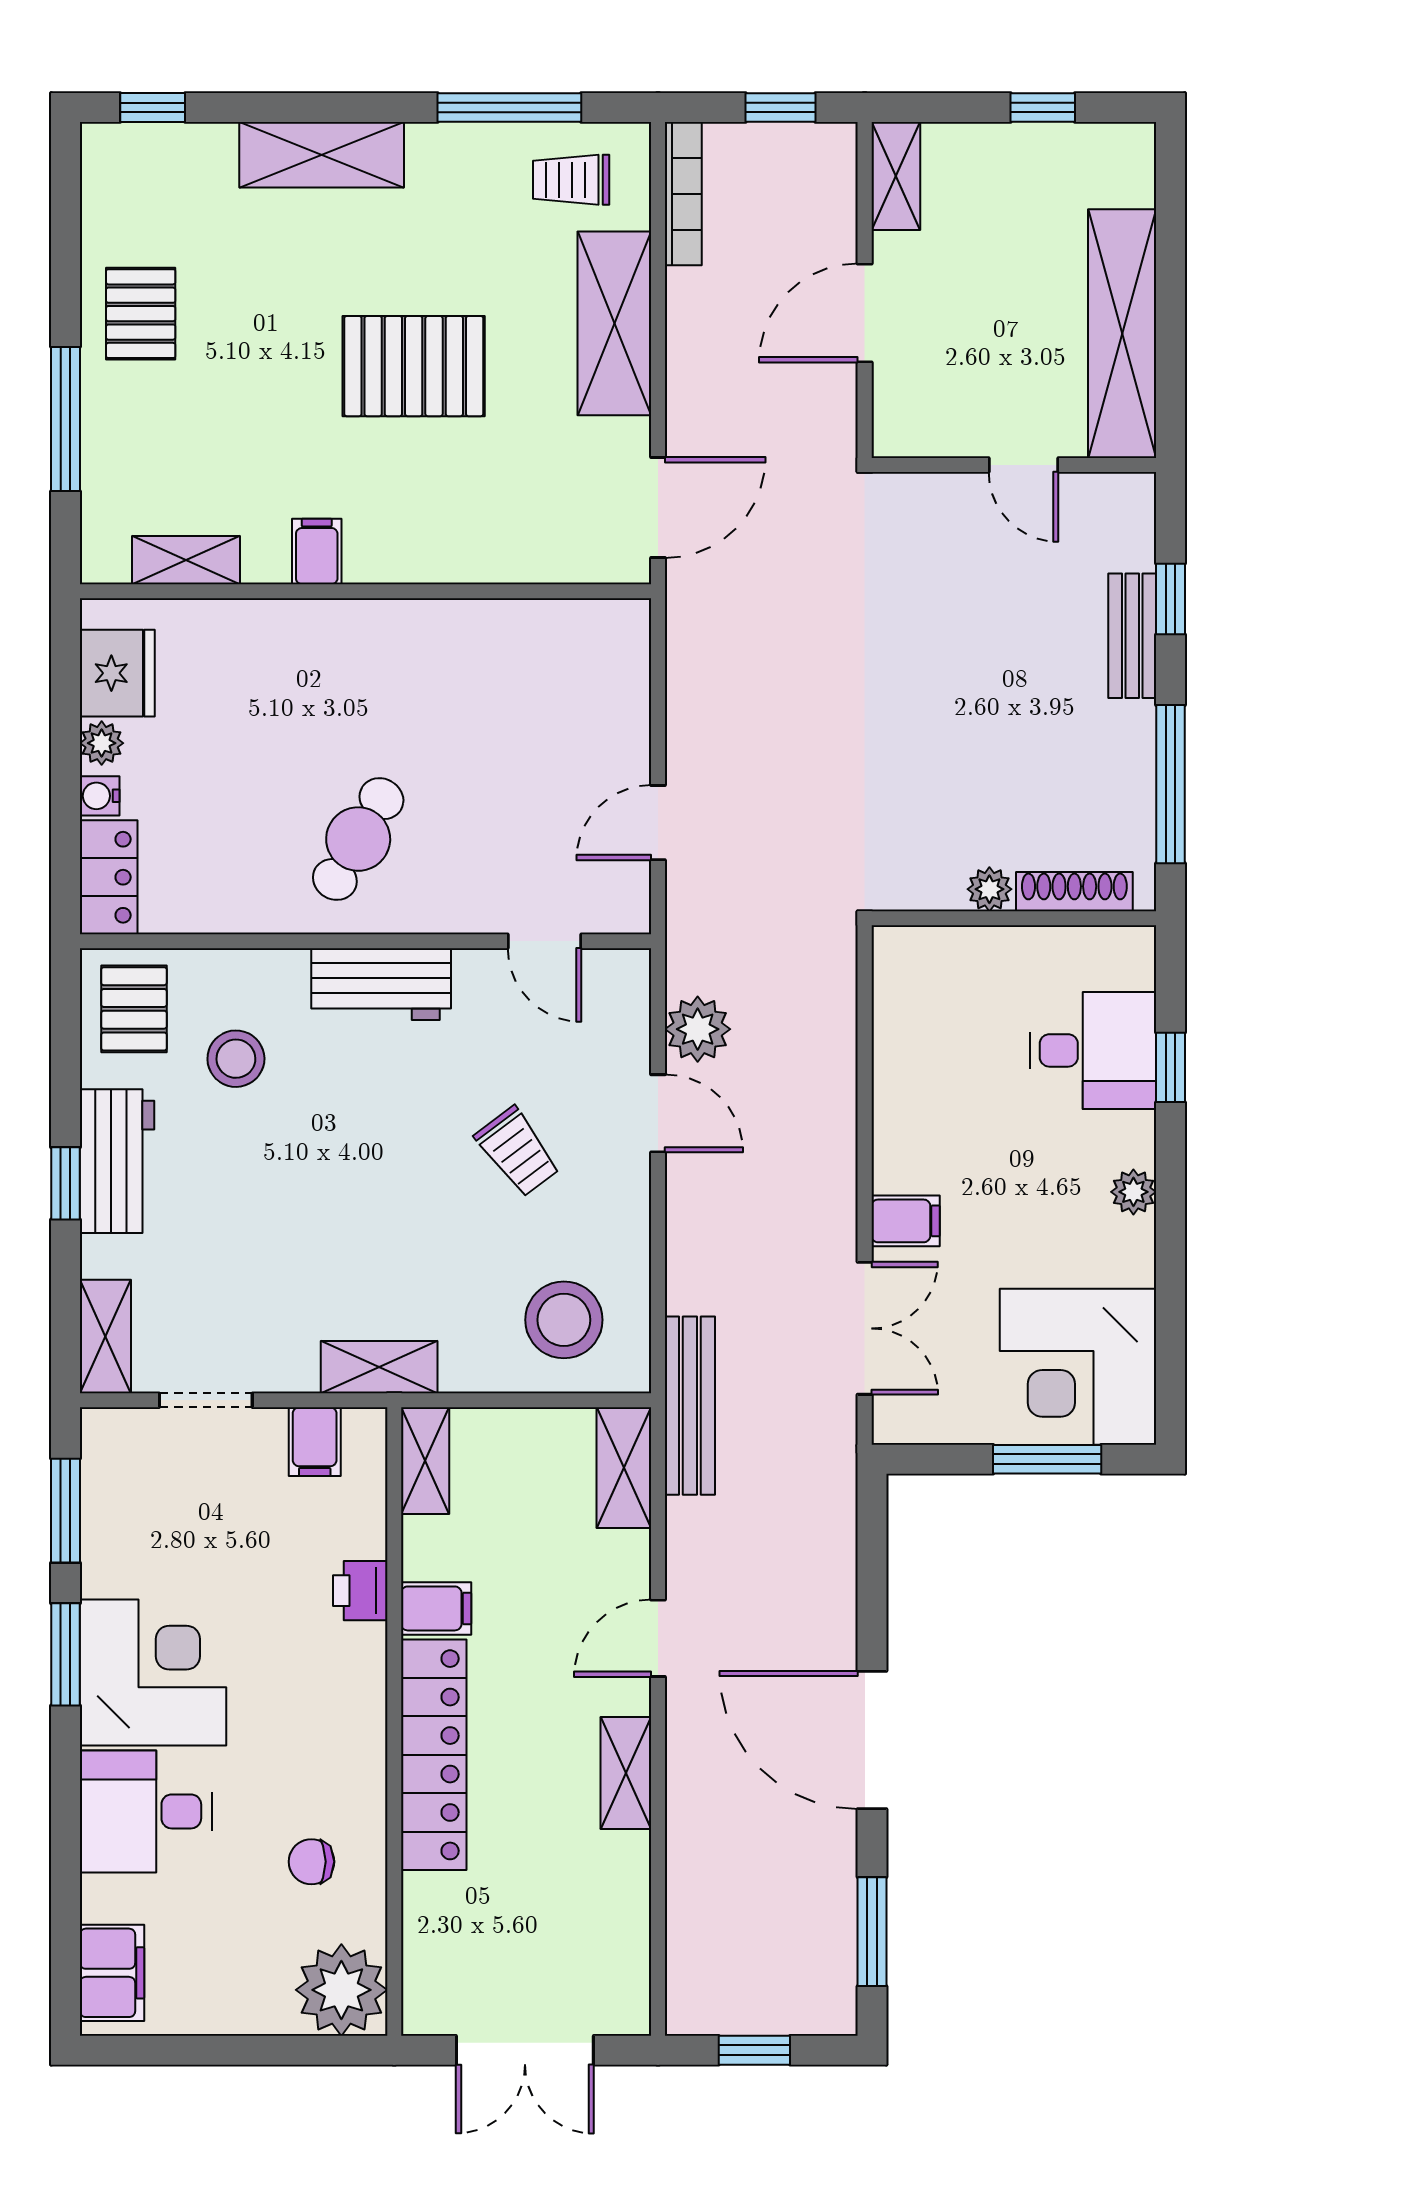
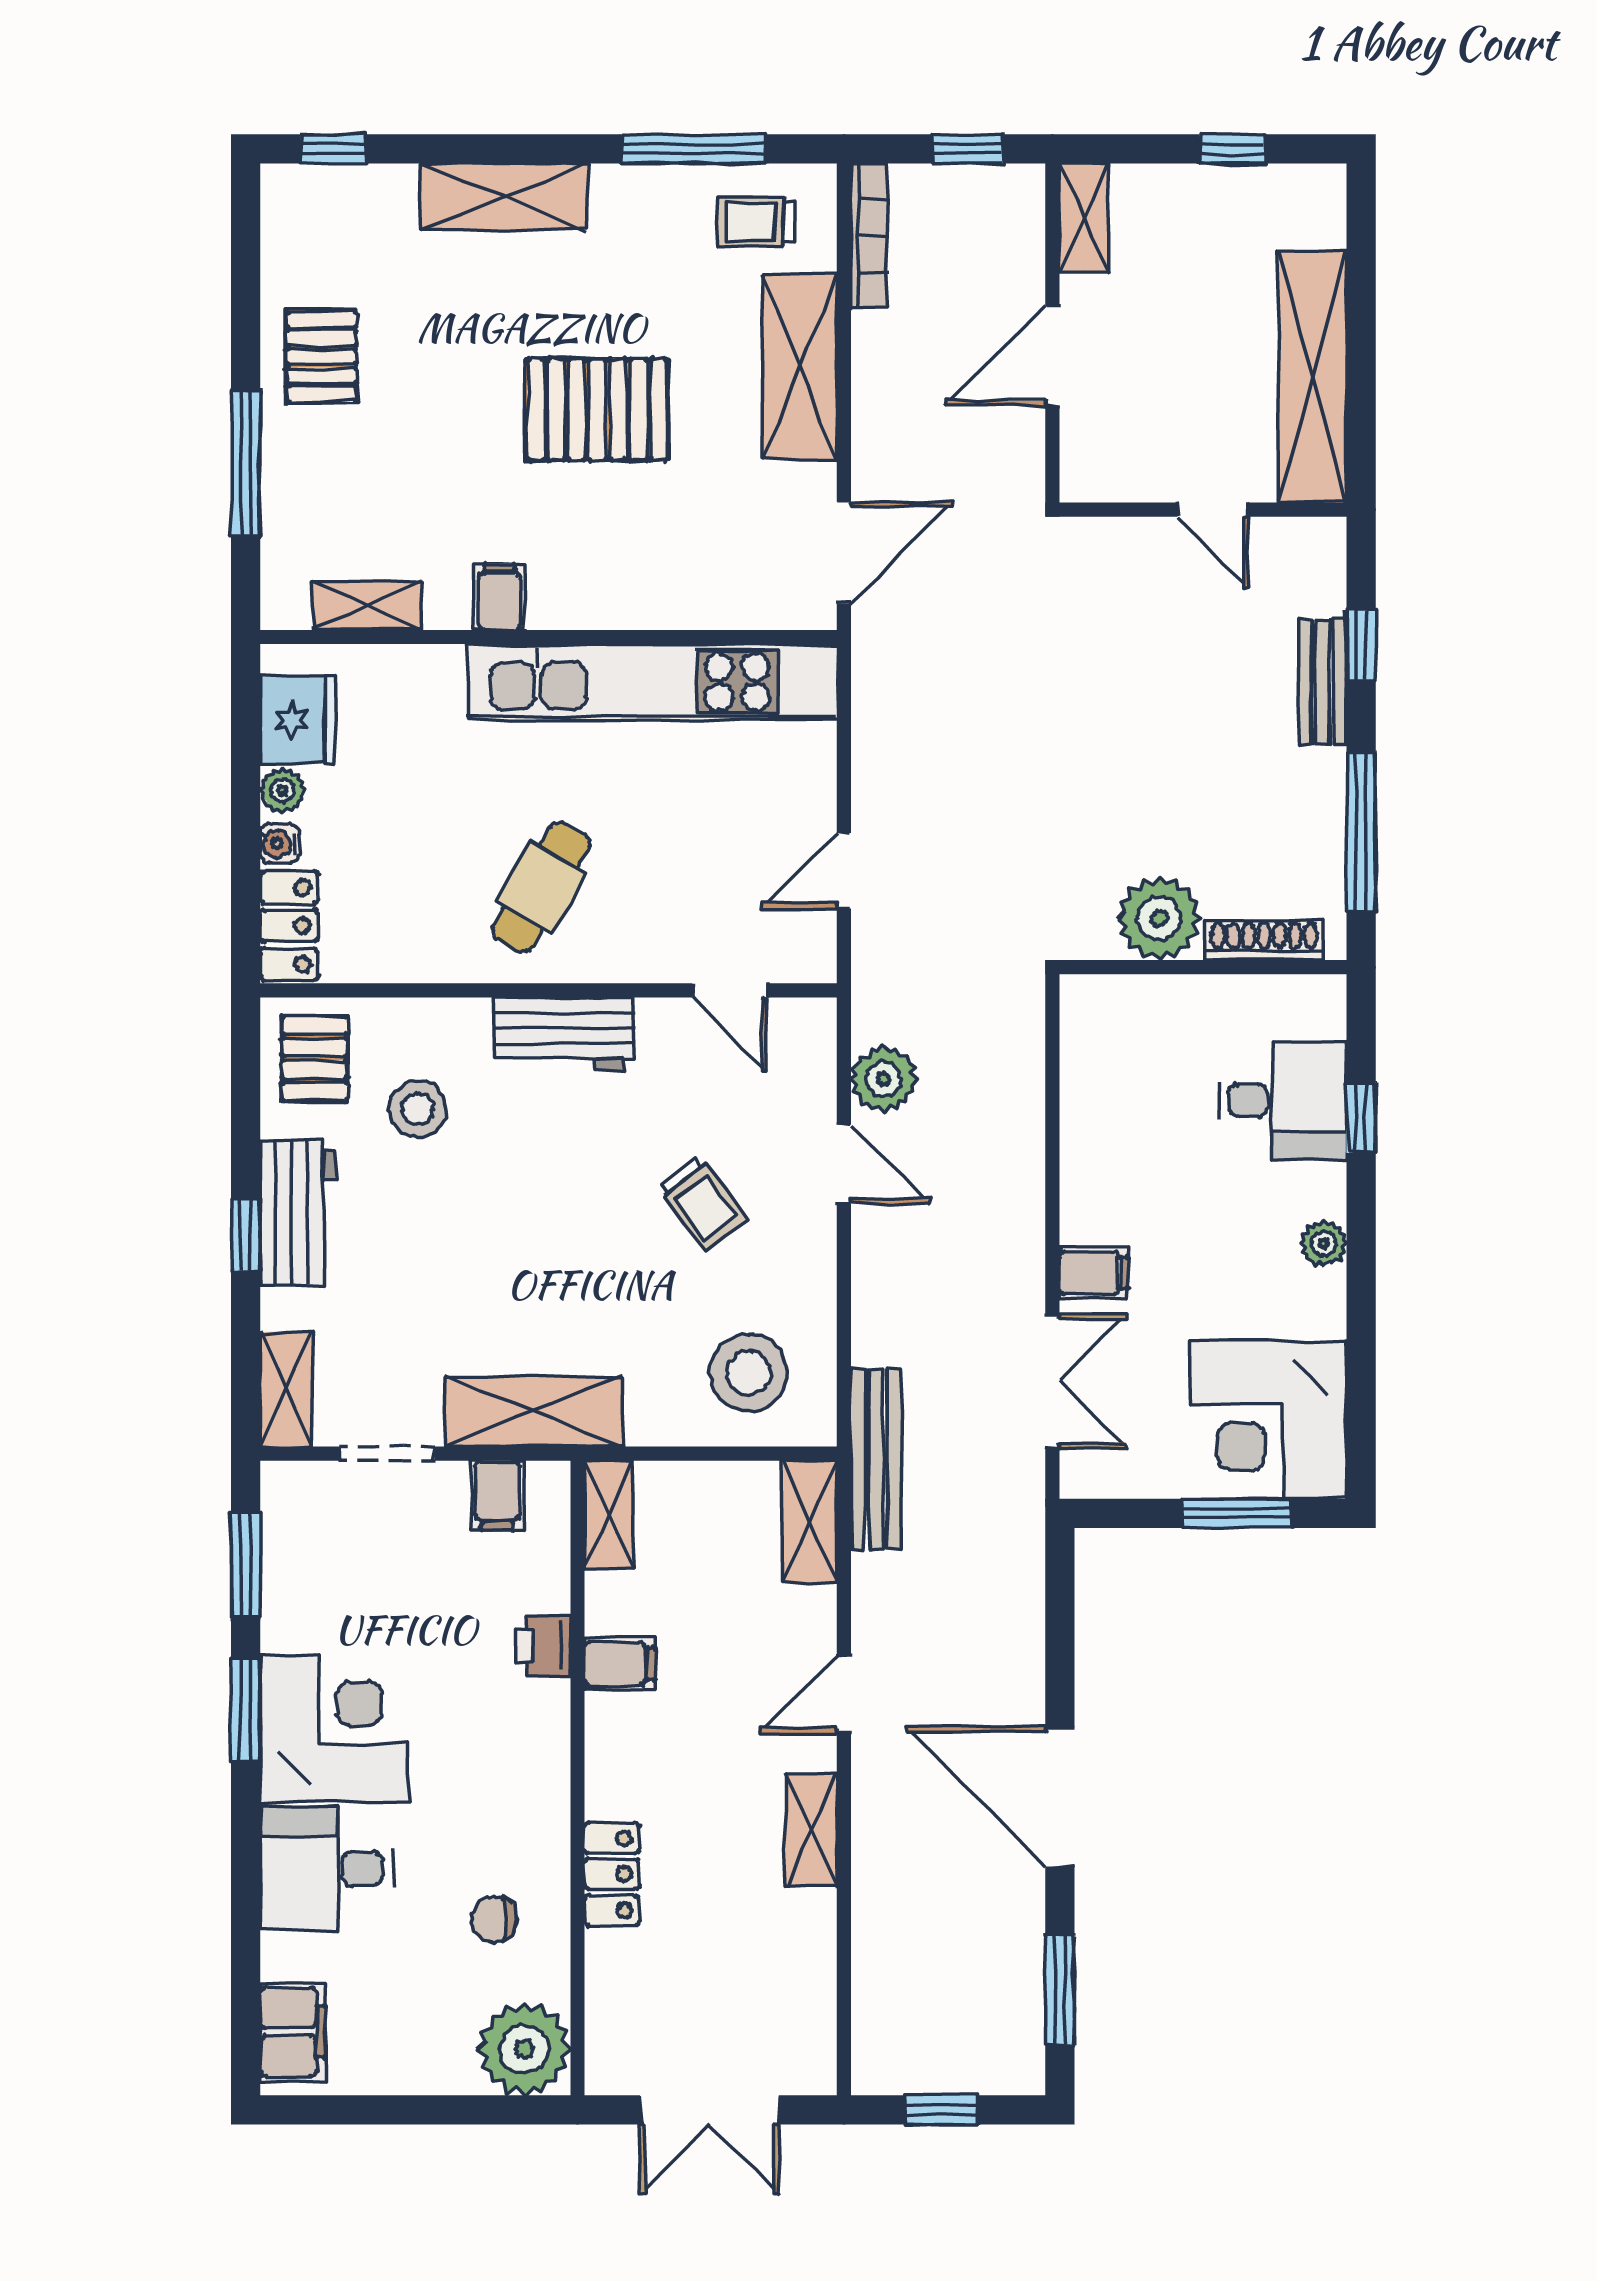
kitchen unit: (469, 636) -> (653, 682), added
plant: (989, 889) -> (1159, 918), width x1.87, depth x1.87
shelving: (379, 1367) -> (533, 1411), width x1.50, depth x1.33
locker: (434, 1755) -> (612, 1874), width x0.46, depth x0.83

